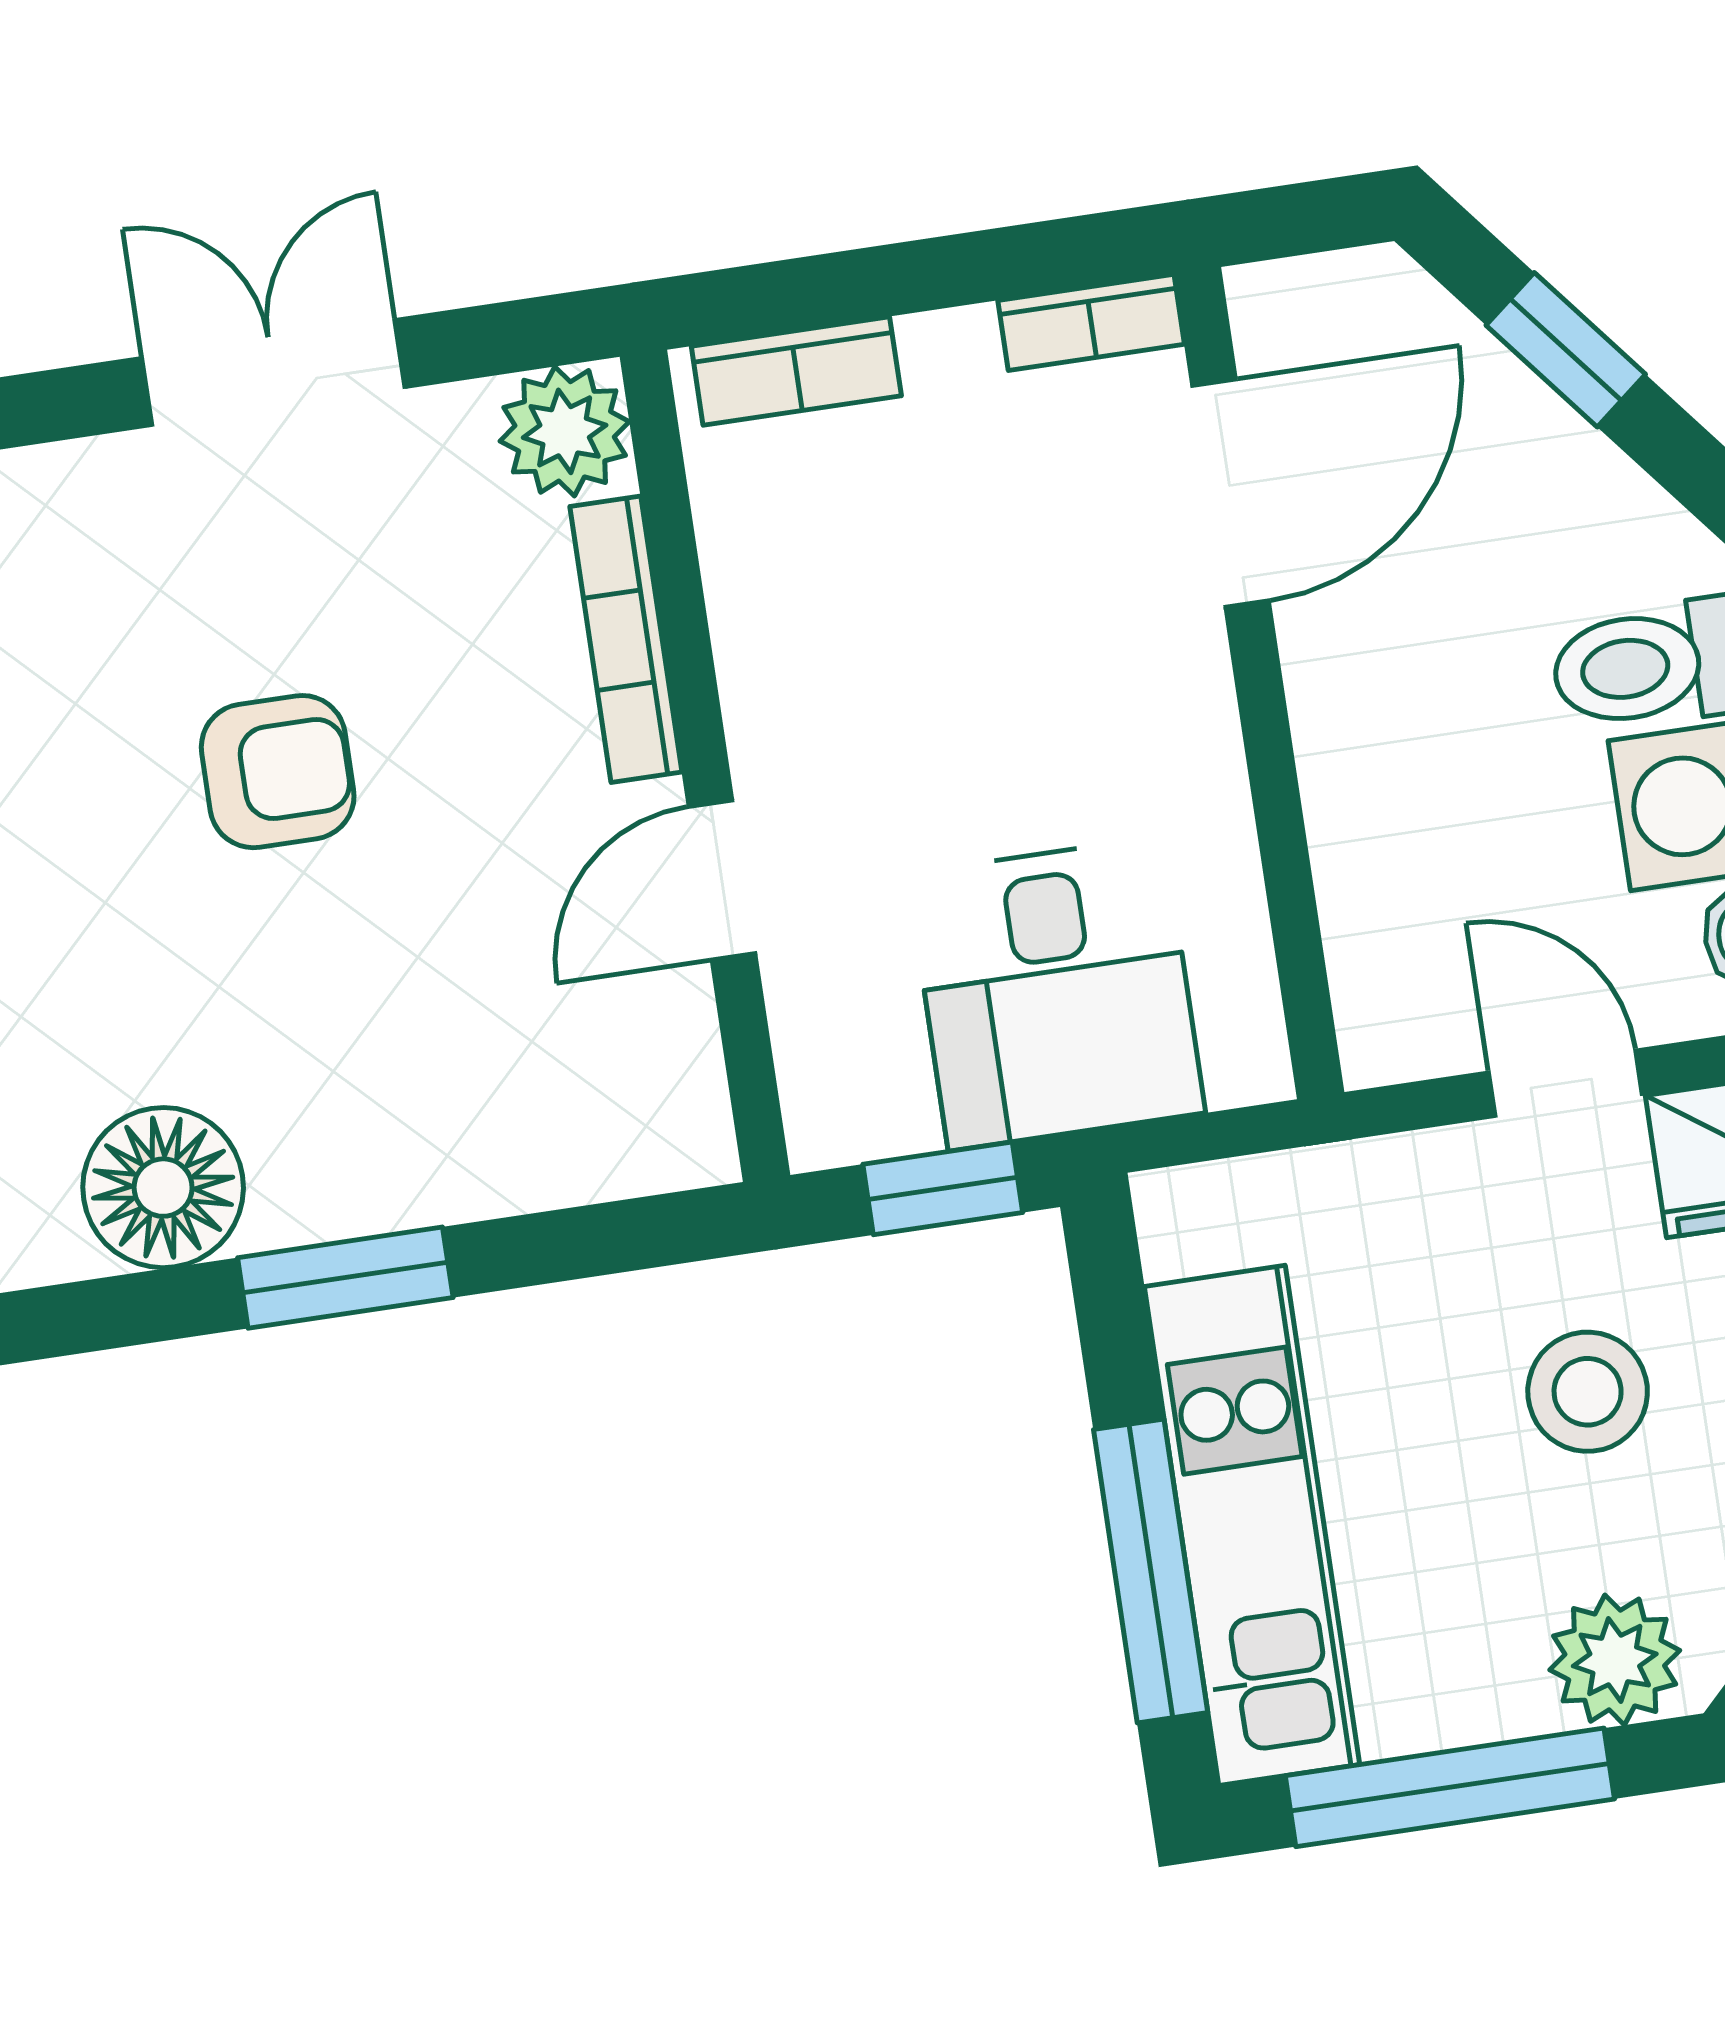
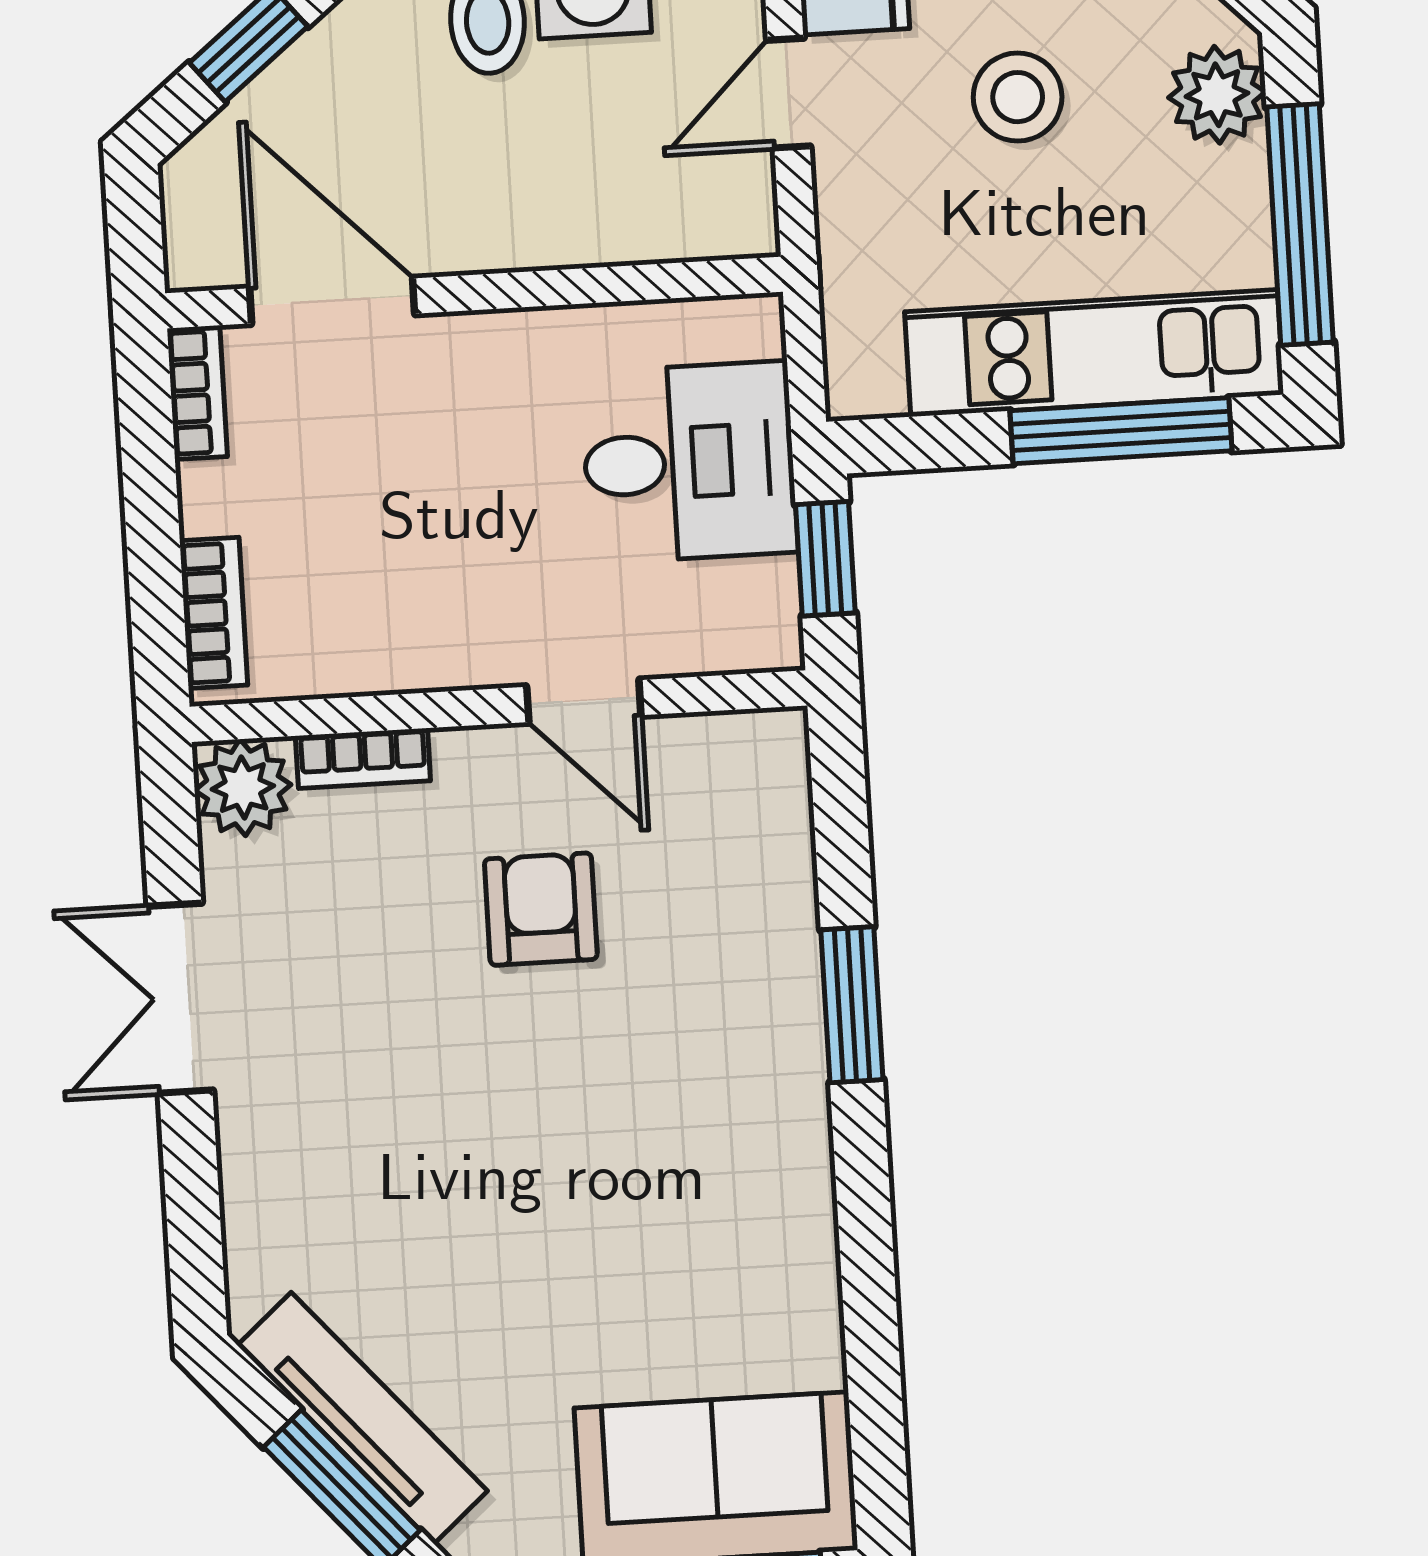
bookcase: (626, 639) -> (363, 758), width x0.64
armchair: (278, 772) -> (541, 909), moved
floor lamp: (163, 1188) -> (774, 1133), removed

